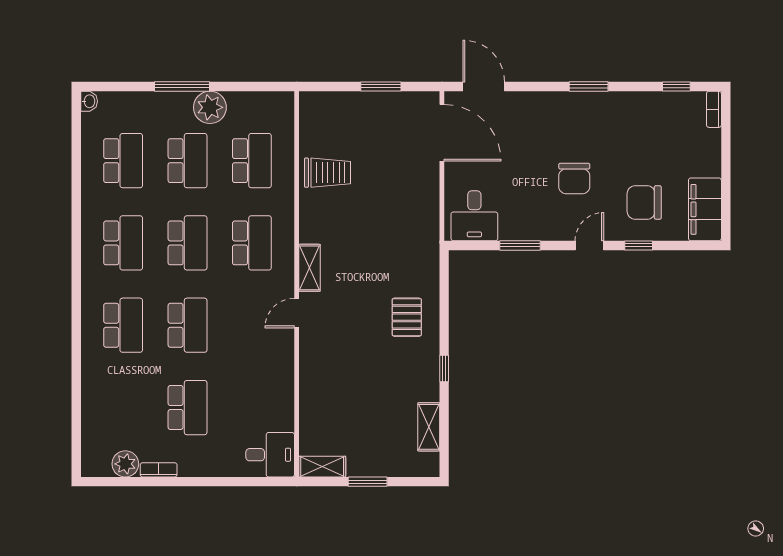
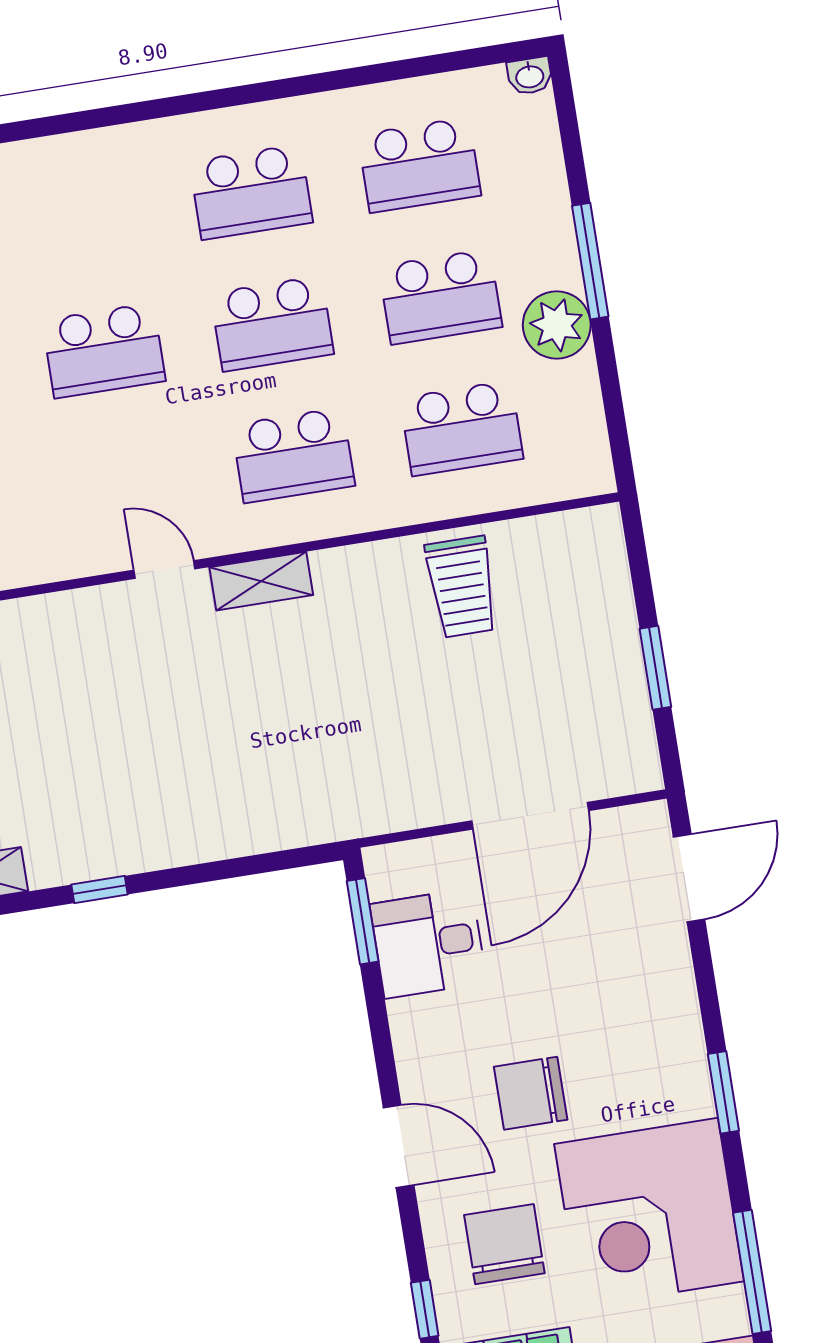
window: (676, 86) -> (752, 1272), width x2.17
corner desk: (640, 131) -> (649, 1213), added
door: (442, 133) -> (530, 816), moved
desk: (474, 216) -> (428, 943), moved
window: (520, 245) -> (363, 921), moved
door: (589, 245) -> (399, 1146), width x1.38
window: (639, 245) -> (425, 1309), moved
pallet: (407, 317) -> (192, 796), removed
school desk: (123, 325) -> (83, 219), removed

